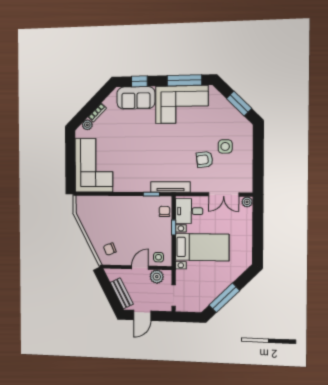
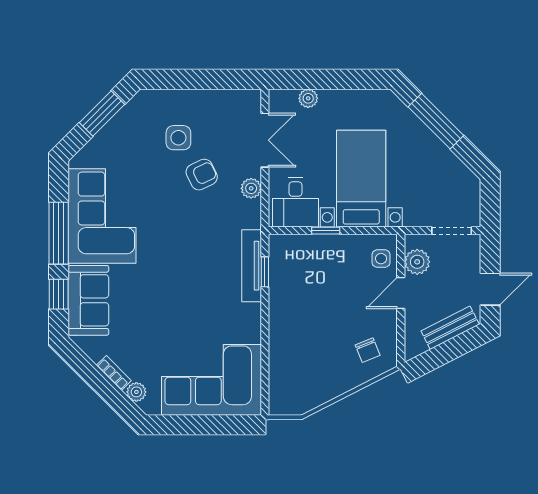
window: (184, 80) -> (59, 233), moved
armchair: (205, 159) -> (202, 175), turned -109
tv unit: (170, 187) -> (252, 266), moved
plant: (197, 187) -> (251, 188), added
plant: (247, 202) -> (308, 98), moved
chair: (164, 211) -> (296, 248), removed
door: (140, 267) -> (401, 293), hinge flipped
window: (224, 298) -> (436, 121), moved
door: (142, 315) -> (490, 289), hinge flipped

